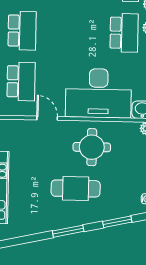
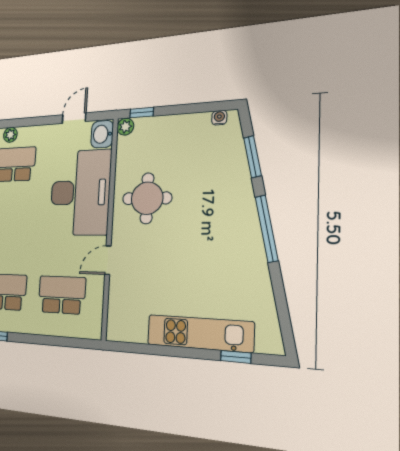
cafe table: (76, 188) -> (203, 219), removed
window: (68, 231) -> (267, 229), width x1.44

